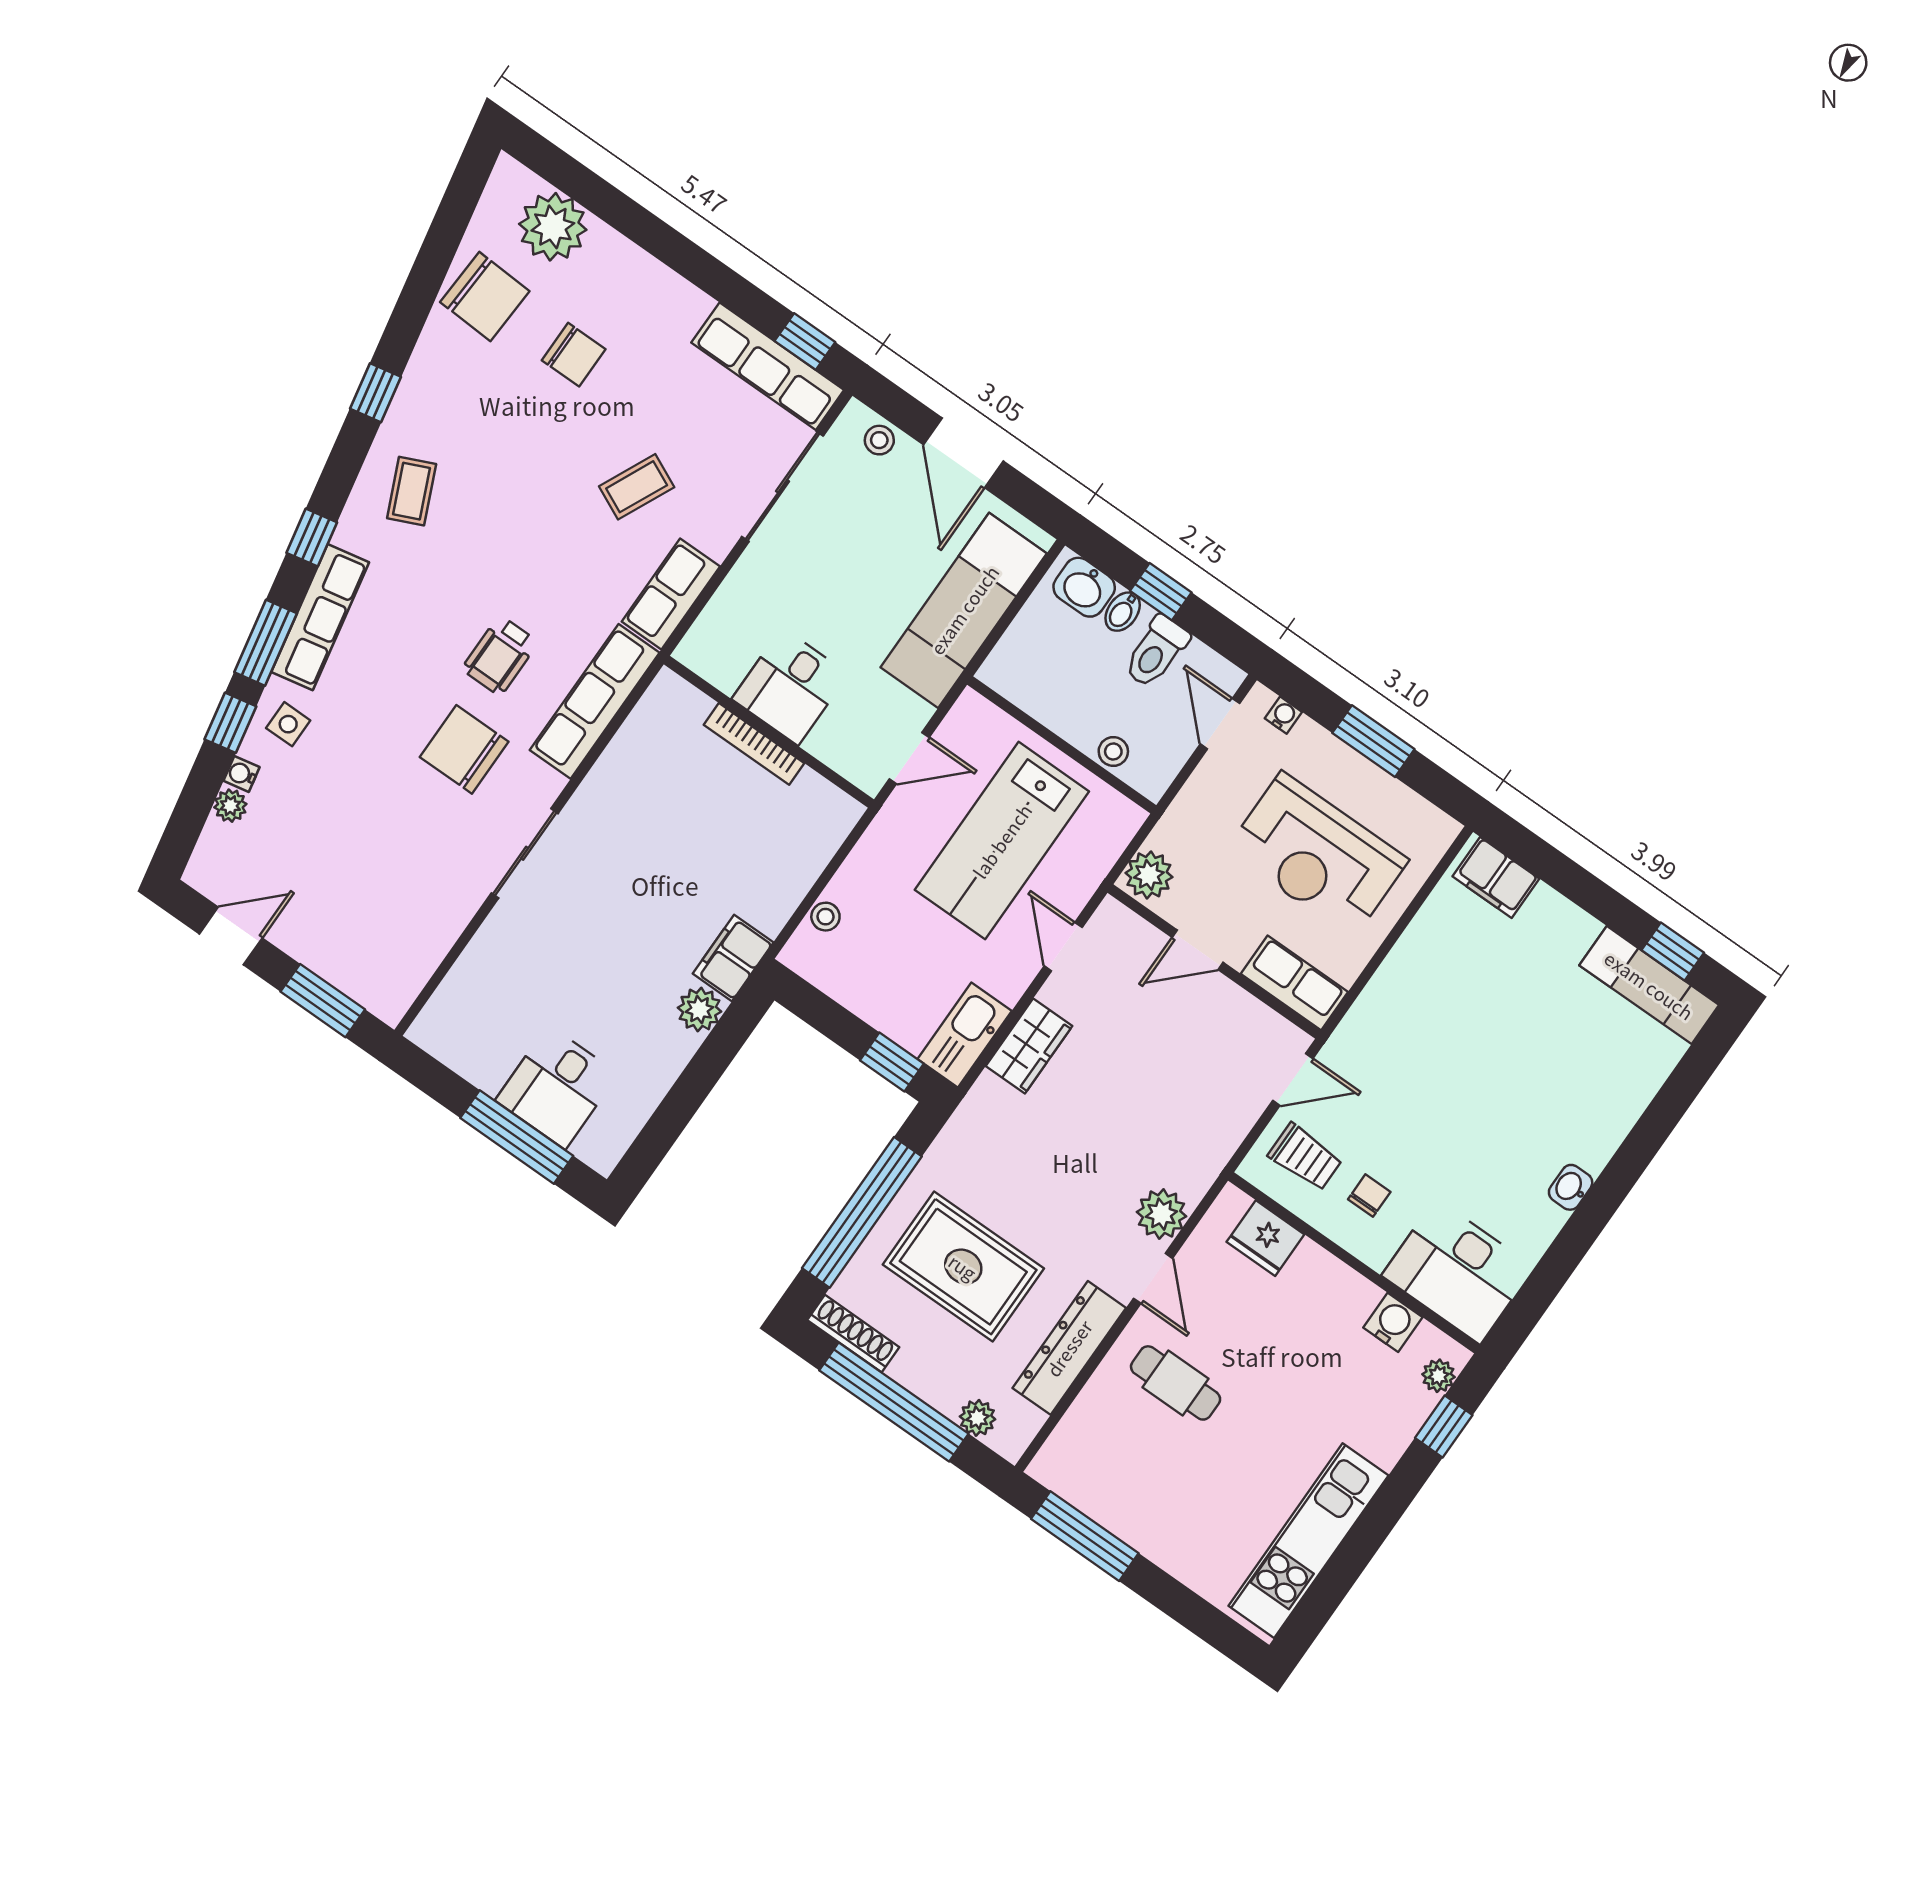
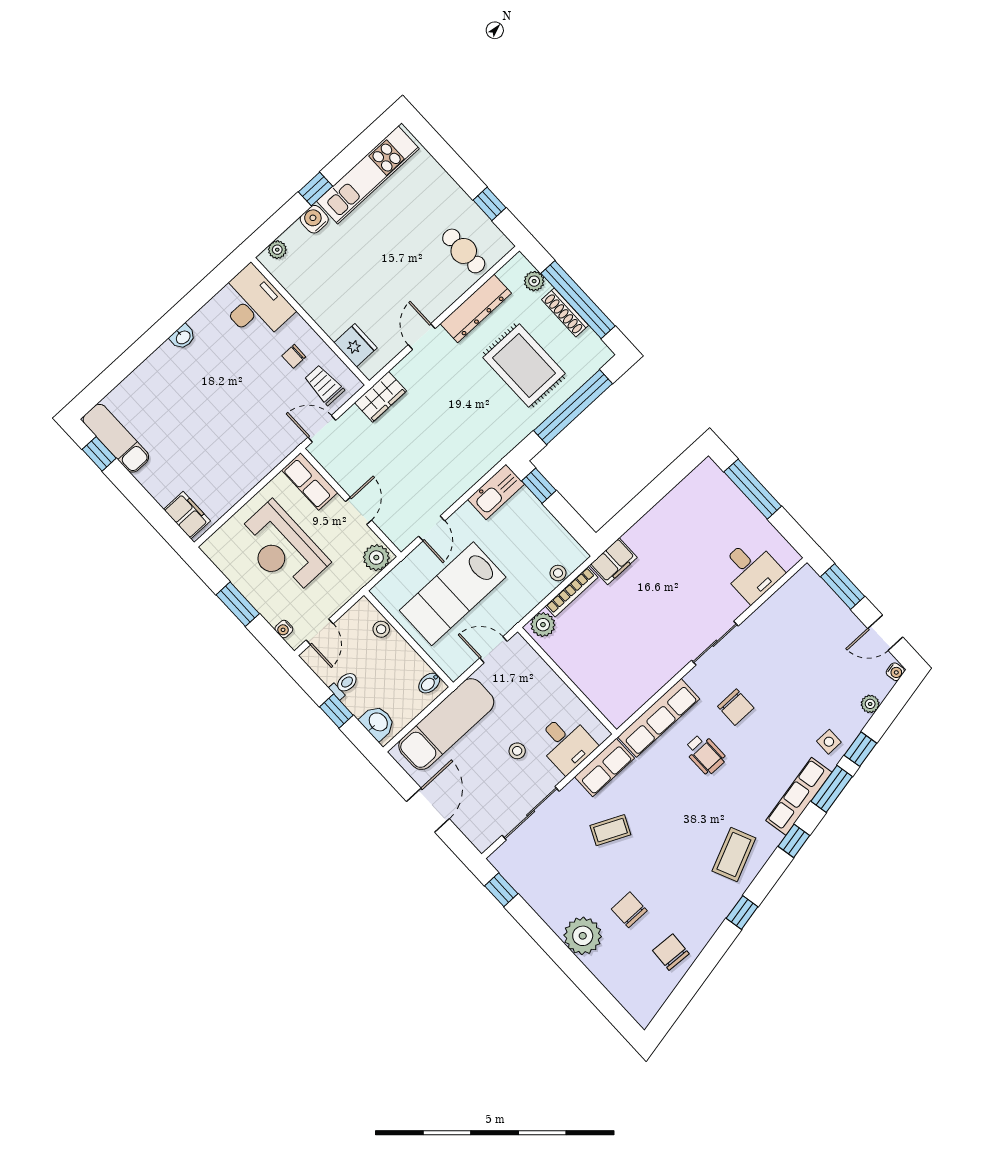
plant: (553, 227) -> (583, 936), moved
chair: (485, 297) -> (671, 952), width x0.73, depth x0.73
row of seats: (768, 366) -> (525, 881), removed
stool: (879, 440) -> (517, 751), moved
coffee table: (412, 491) -> (734, 854), width x1.36, depth x1.30
bidet: (1123, 612) -> (429, 683), moved, turned 180
toilet: (1156, 652) -> (344, 685), width x0.73, depth x0.72
wheelchair: (500, 656) -> (705, 754), turned 90
desk: (790, 686) -> (566, 743), moved, turned 90
bookcase: (754, 744) -> (572, 592), moved, turned 90
chair: (464, 749) -> (736, 707), width x0.73, depth x0.73
water cooler: (241, 774) -> (895, 672), moved
lab bench: (1002, 841) -> (453, 594), turned 180
reception desk: (1317, 855) -> (282, 549), turned 180
door: (1198, 950) -> (359, 511), hinge flipped
plant: (699, 1010) -> (543, 625), moved
wardrobe: (1029, 1046) -> (381, 397), moved, turned 180
desk: (557, 1087) -> (751, 570), moved, turned 90
plant: (1161, 1214) -> (410, 371), removed
water cooler: (1393, 1322) -> (314, 219), moved, turned 90
shoe rack: (853, 1334) -> (565, 312), moved
cafe table: (1176, 1383) -> (464, 251), moved
window: (1444, 1427) -> (315, 189), moved
window: (1085, 1536) -> (490, 204), width x0.46

